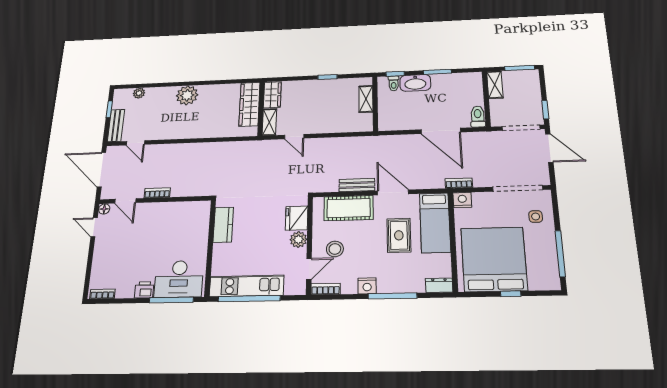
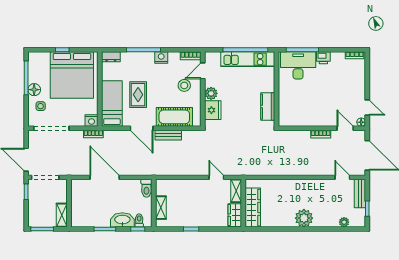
toilet: (478, 117) -> (146, 188), moved
floor lamp: (547, 238) -> (34, 90), added

